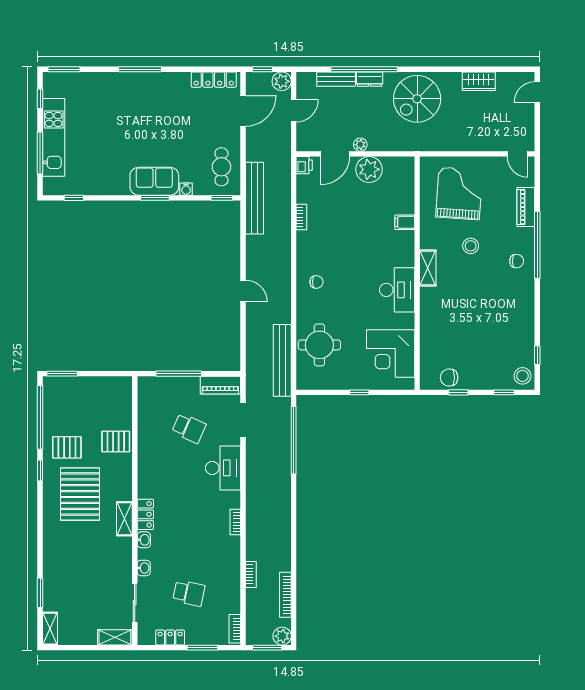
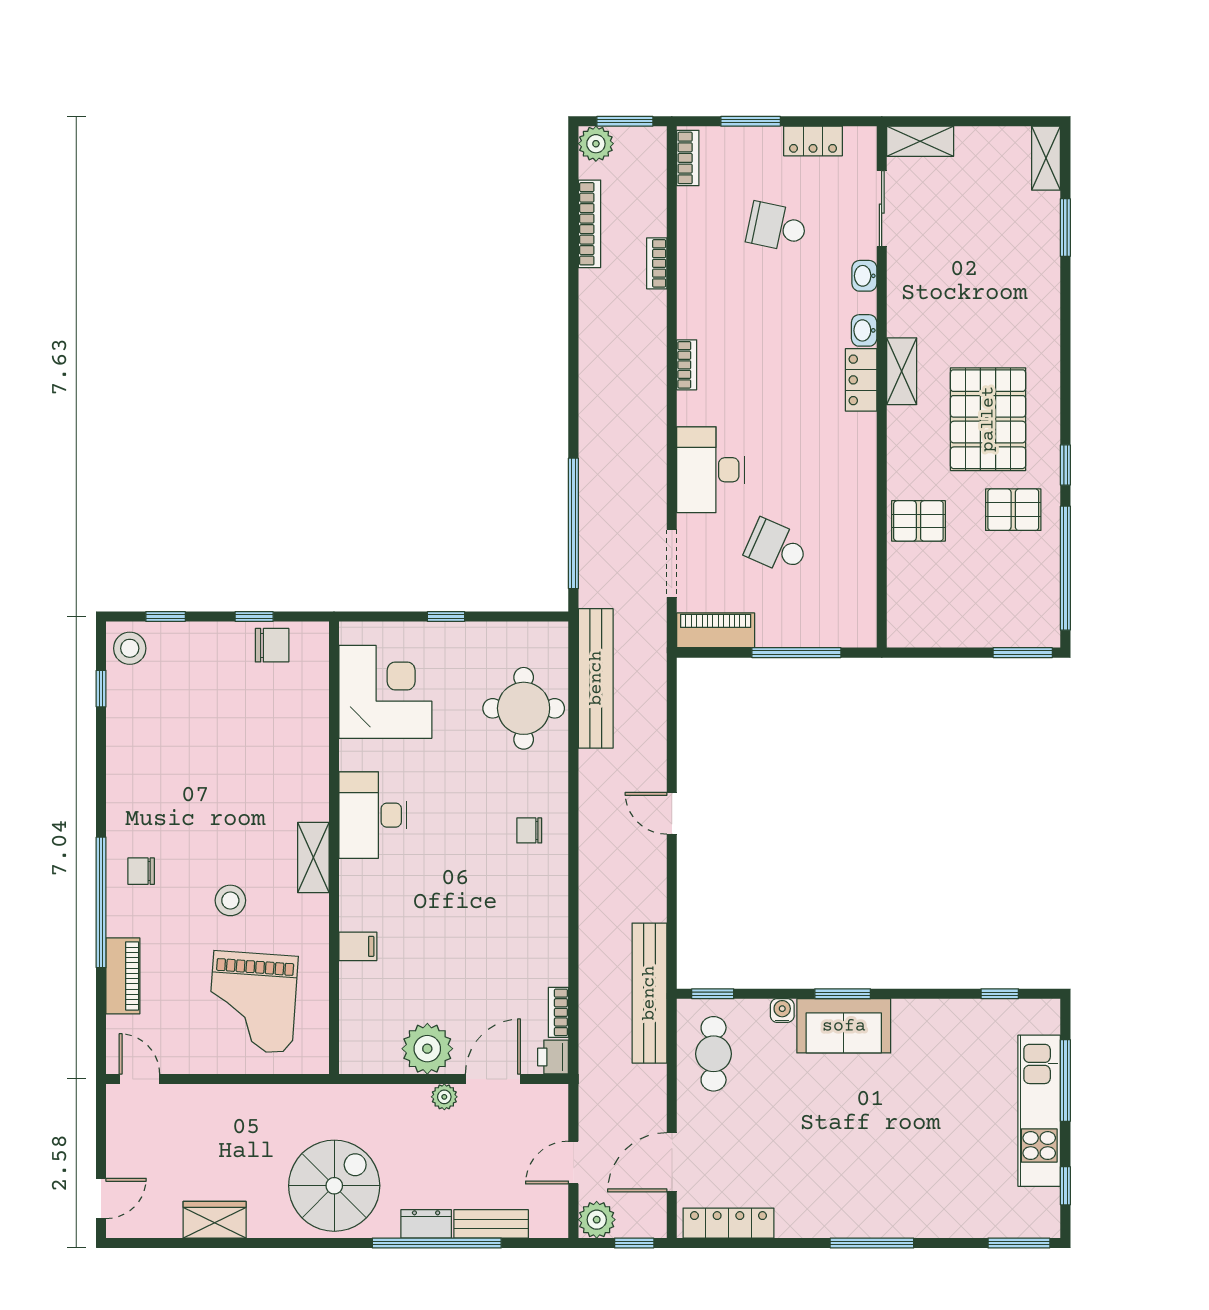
bookcase: (301, 217) -> (558, 1012), moved

